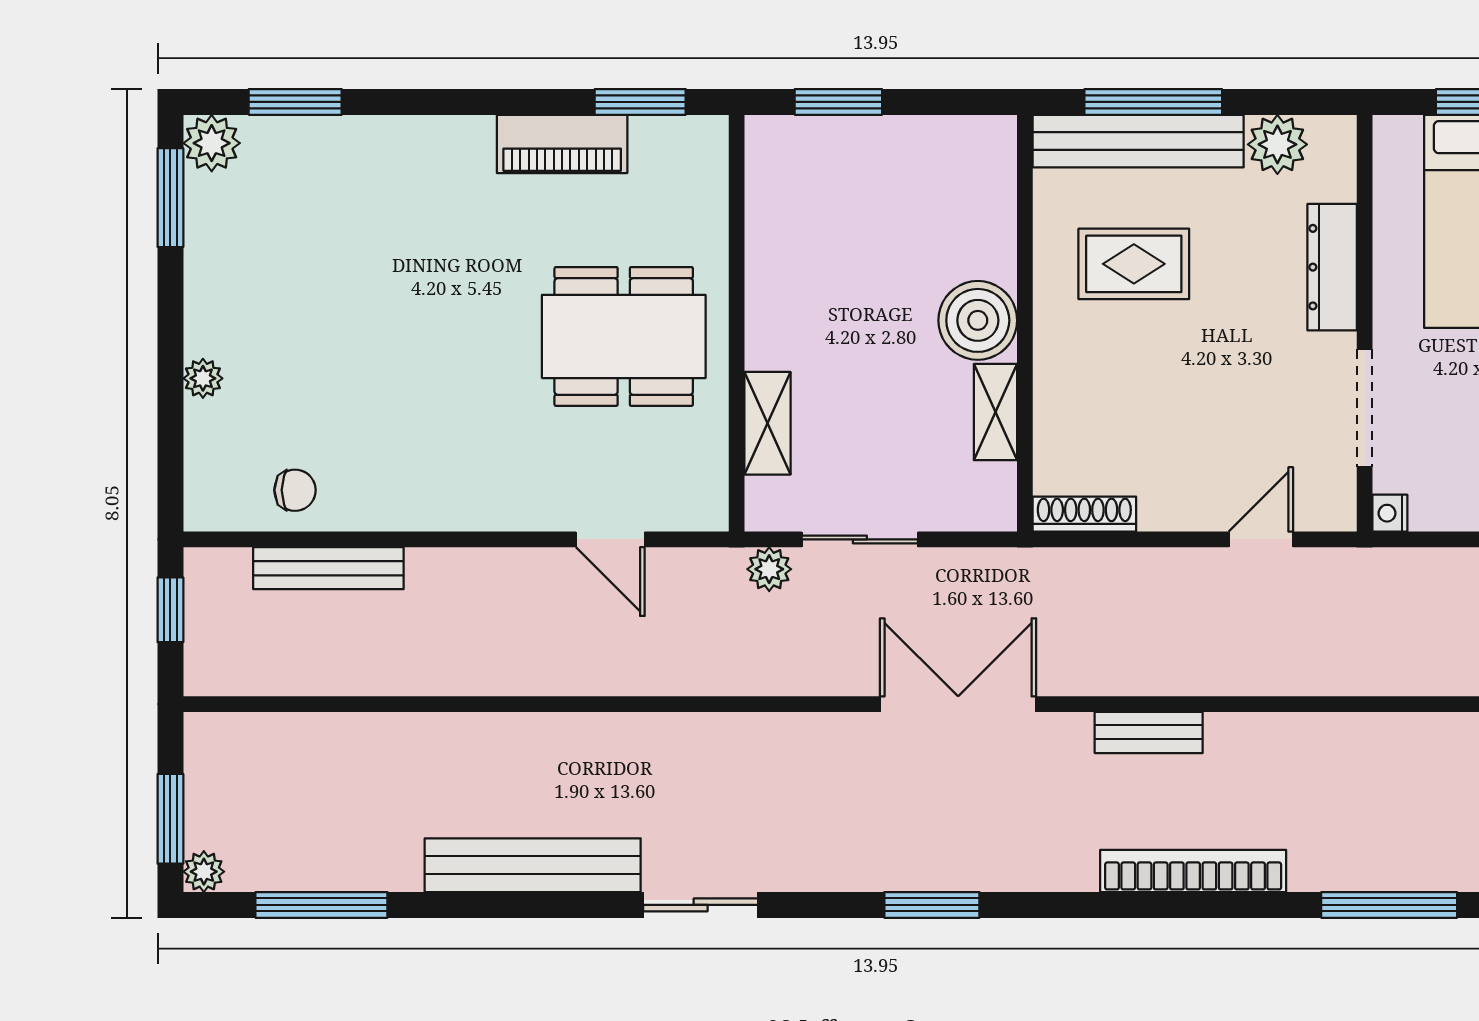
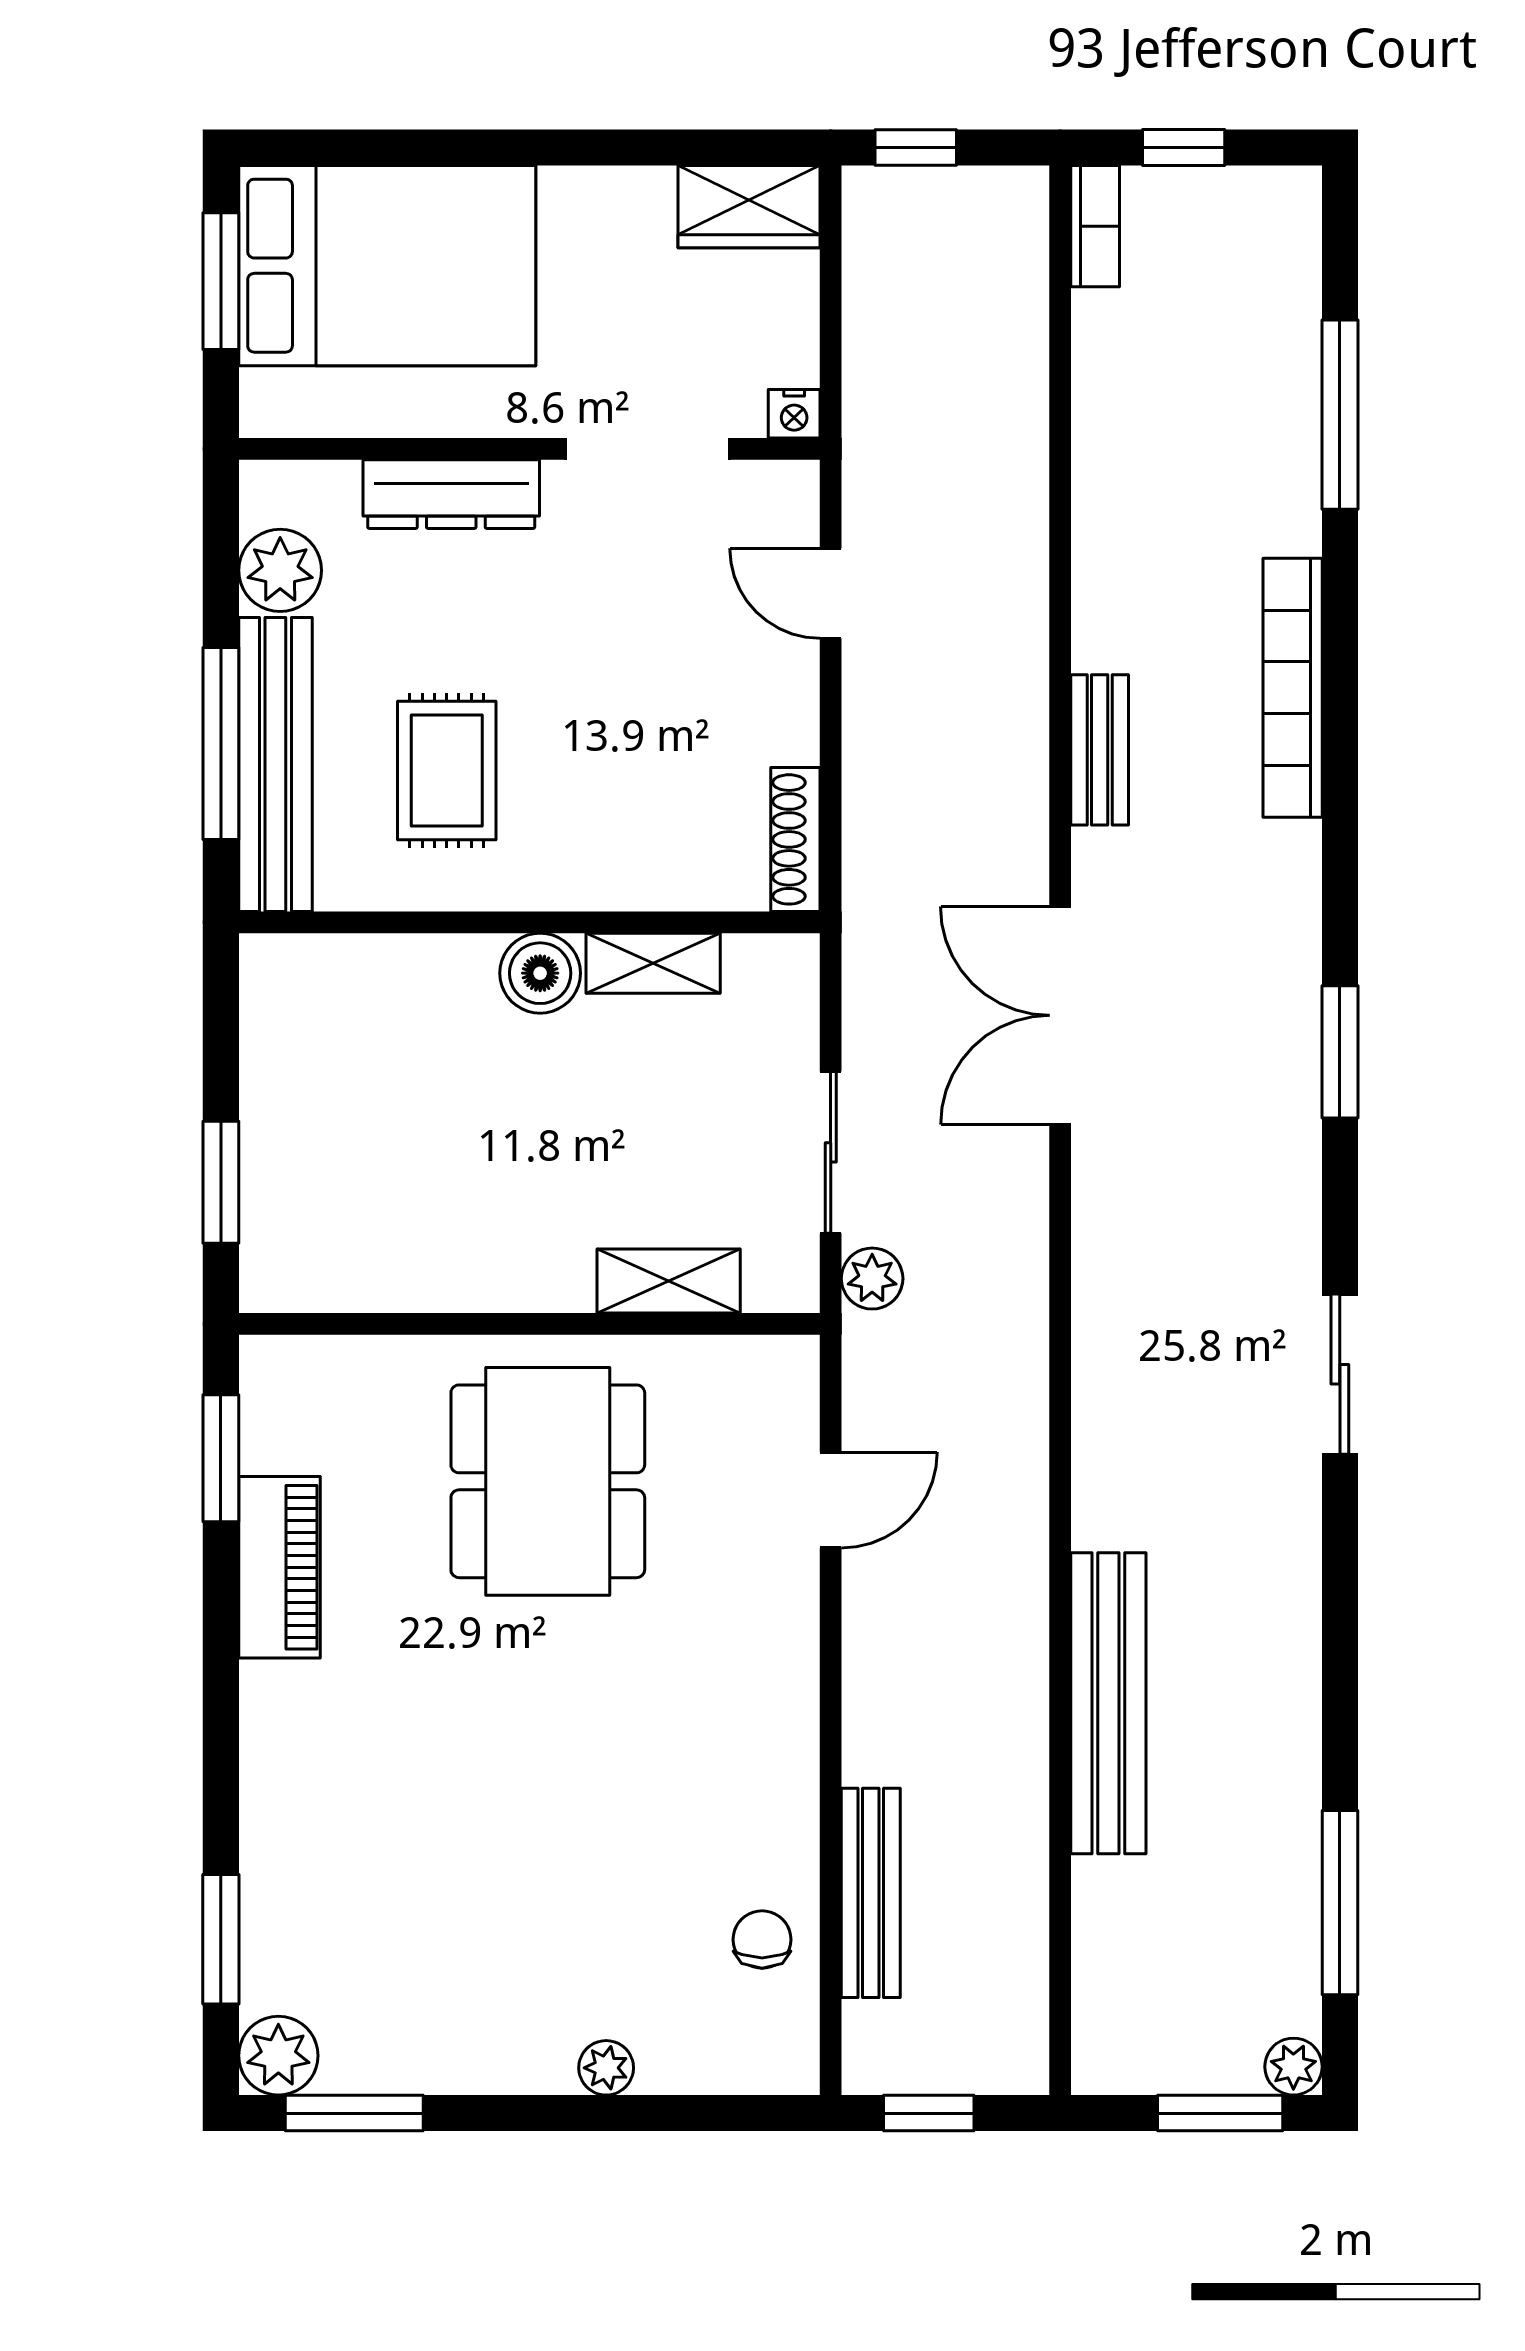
boiler: (978, 320) -> (540, 973), width x0.73, depth x0.73
bench: (533, 865) -> (1108, 1703), moved

